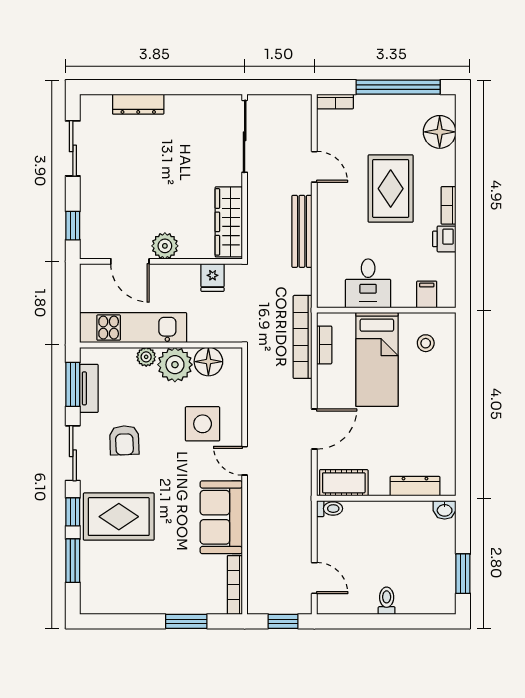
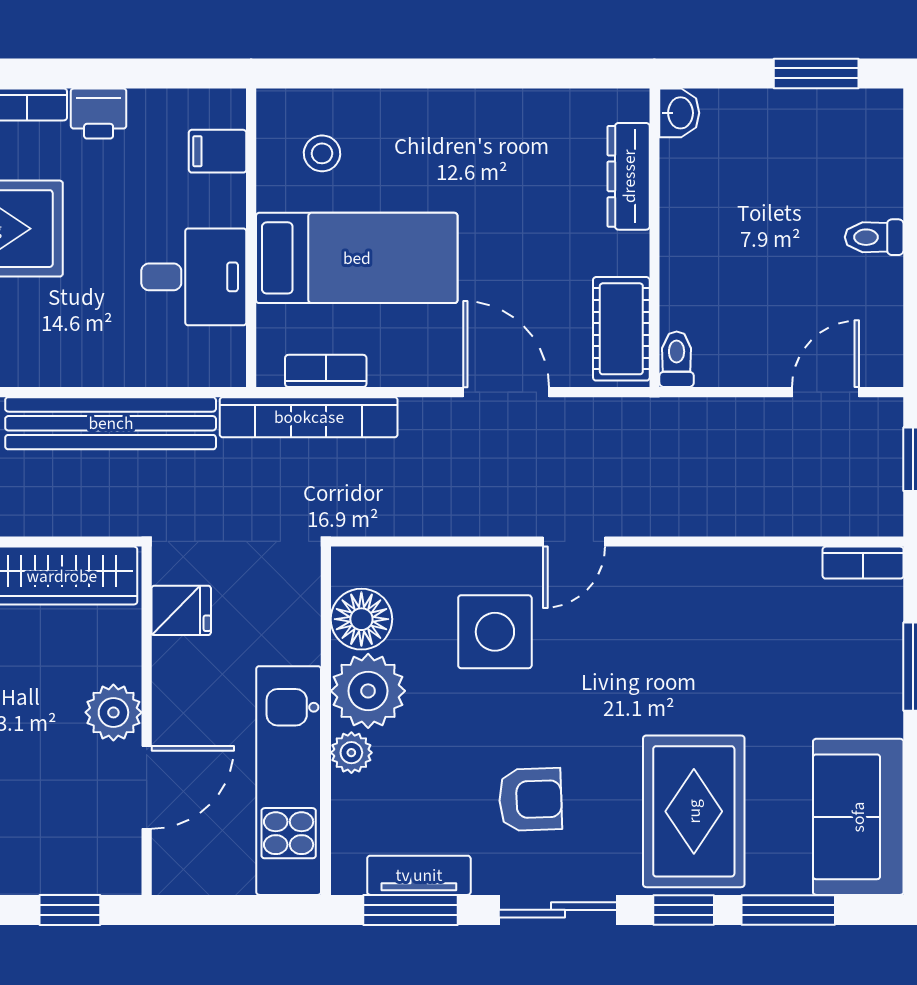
bench: (302, 231) -> (111, 423), width x1.37, depth x1.21
sofa: (221, 517) -> (858, 817), moved, turned 90
bookcase: (235, 585) -> (863, 563), width x0.64

